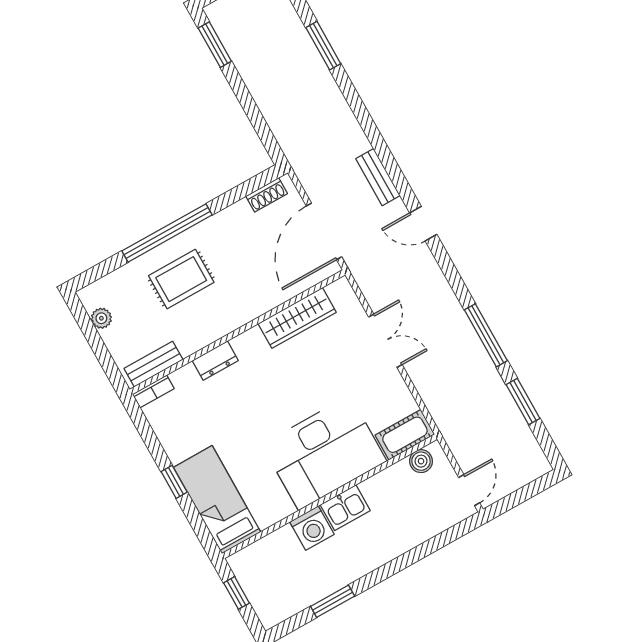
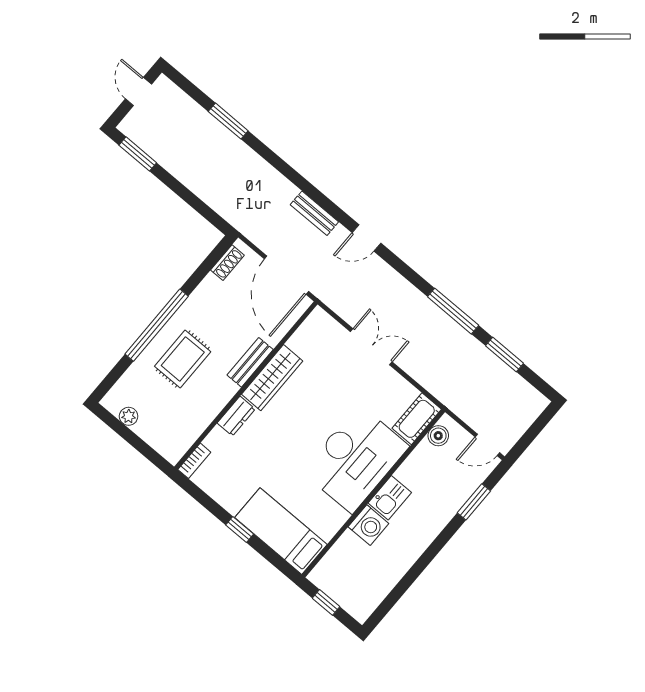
wardrobe: (297, 318) -> (272, 378), moved
bench: (153, 364) -> (250, 362), moved
door: (469, 490) -> (487, 445), swing flipped
window: (333, 601) -> (474, 502), moved

